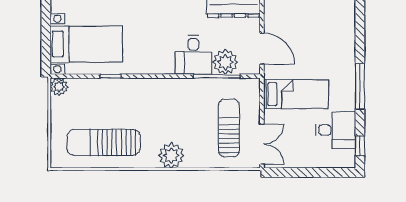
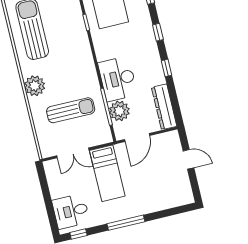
desk: (193, 55) -> (118, 79), width x1.37
sun lounger: (229, 128) -> (71, 110), moved
desk: (336, 130) -> (71, 211), moved, turned 90
double door: (262, 144) -> (73, 153), moved

